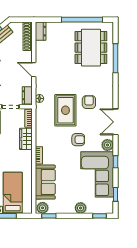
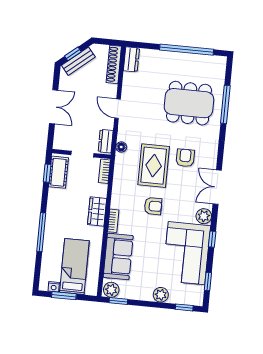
dining table: (91, 48) -> (189, 103), moved, turned 90
wardrobe: (26, 139) -> (97, 212), moved
armchair: (78, 140) -> (153, 206), moved

